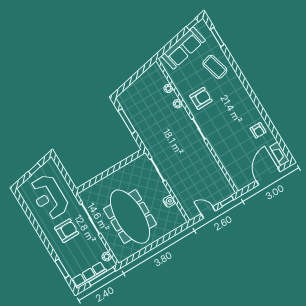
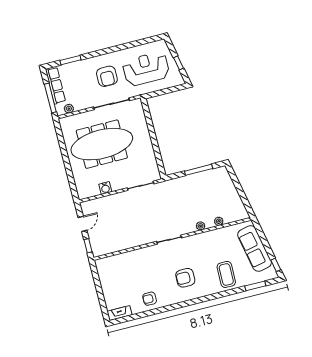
coffee table: (215, 67) -> (226, 274), turned -73
armchair: (201, 98) -> (185, 278), moved, turned 90
door: (268, 176) -> (100, 295), removed

